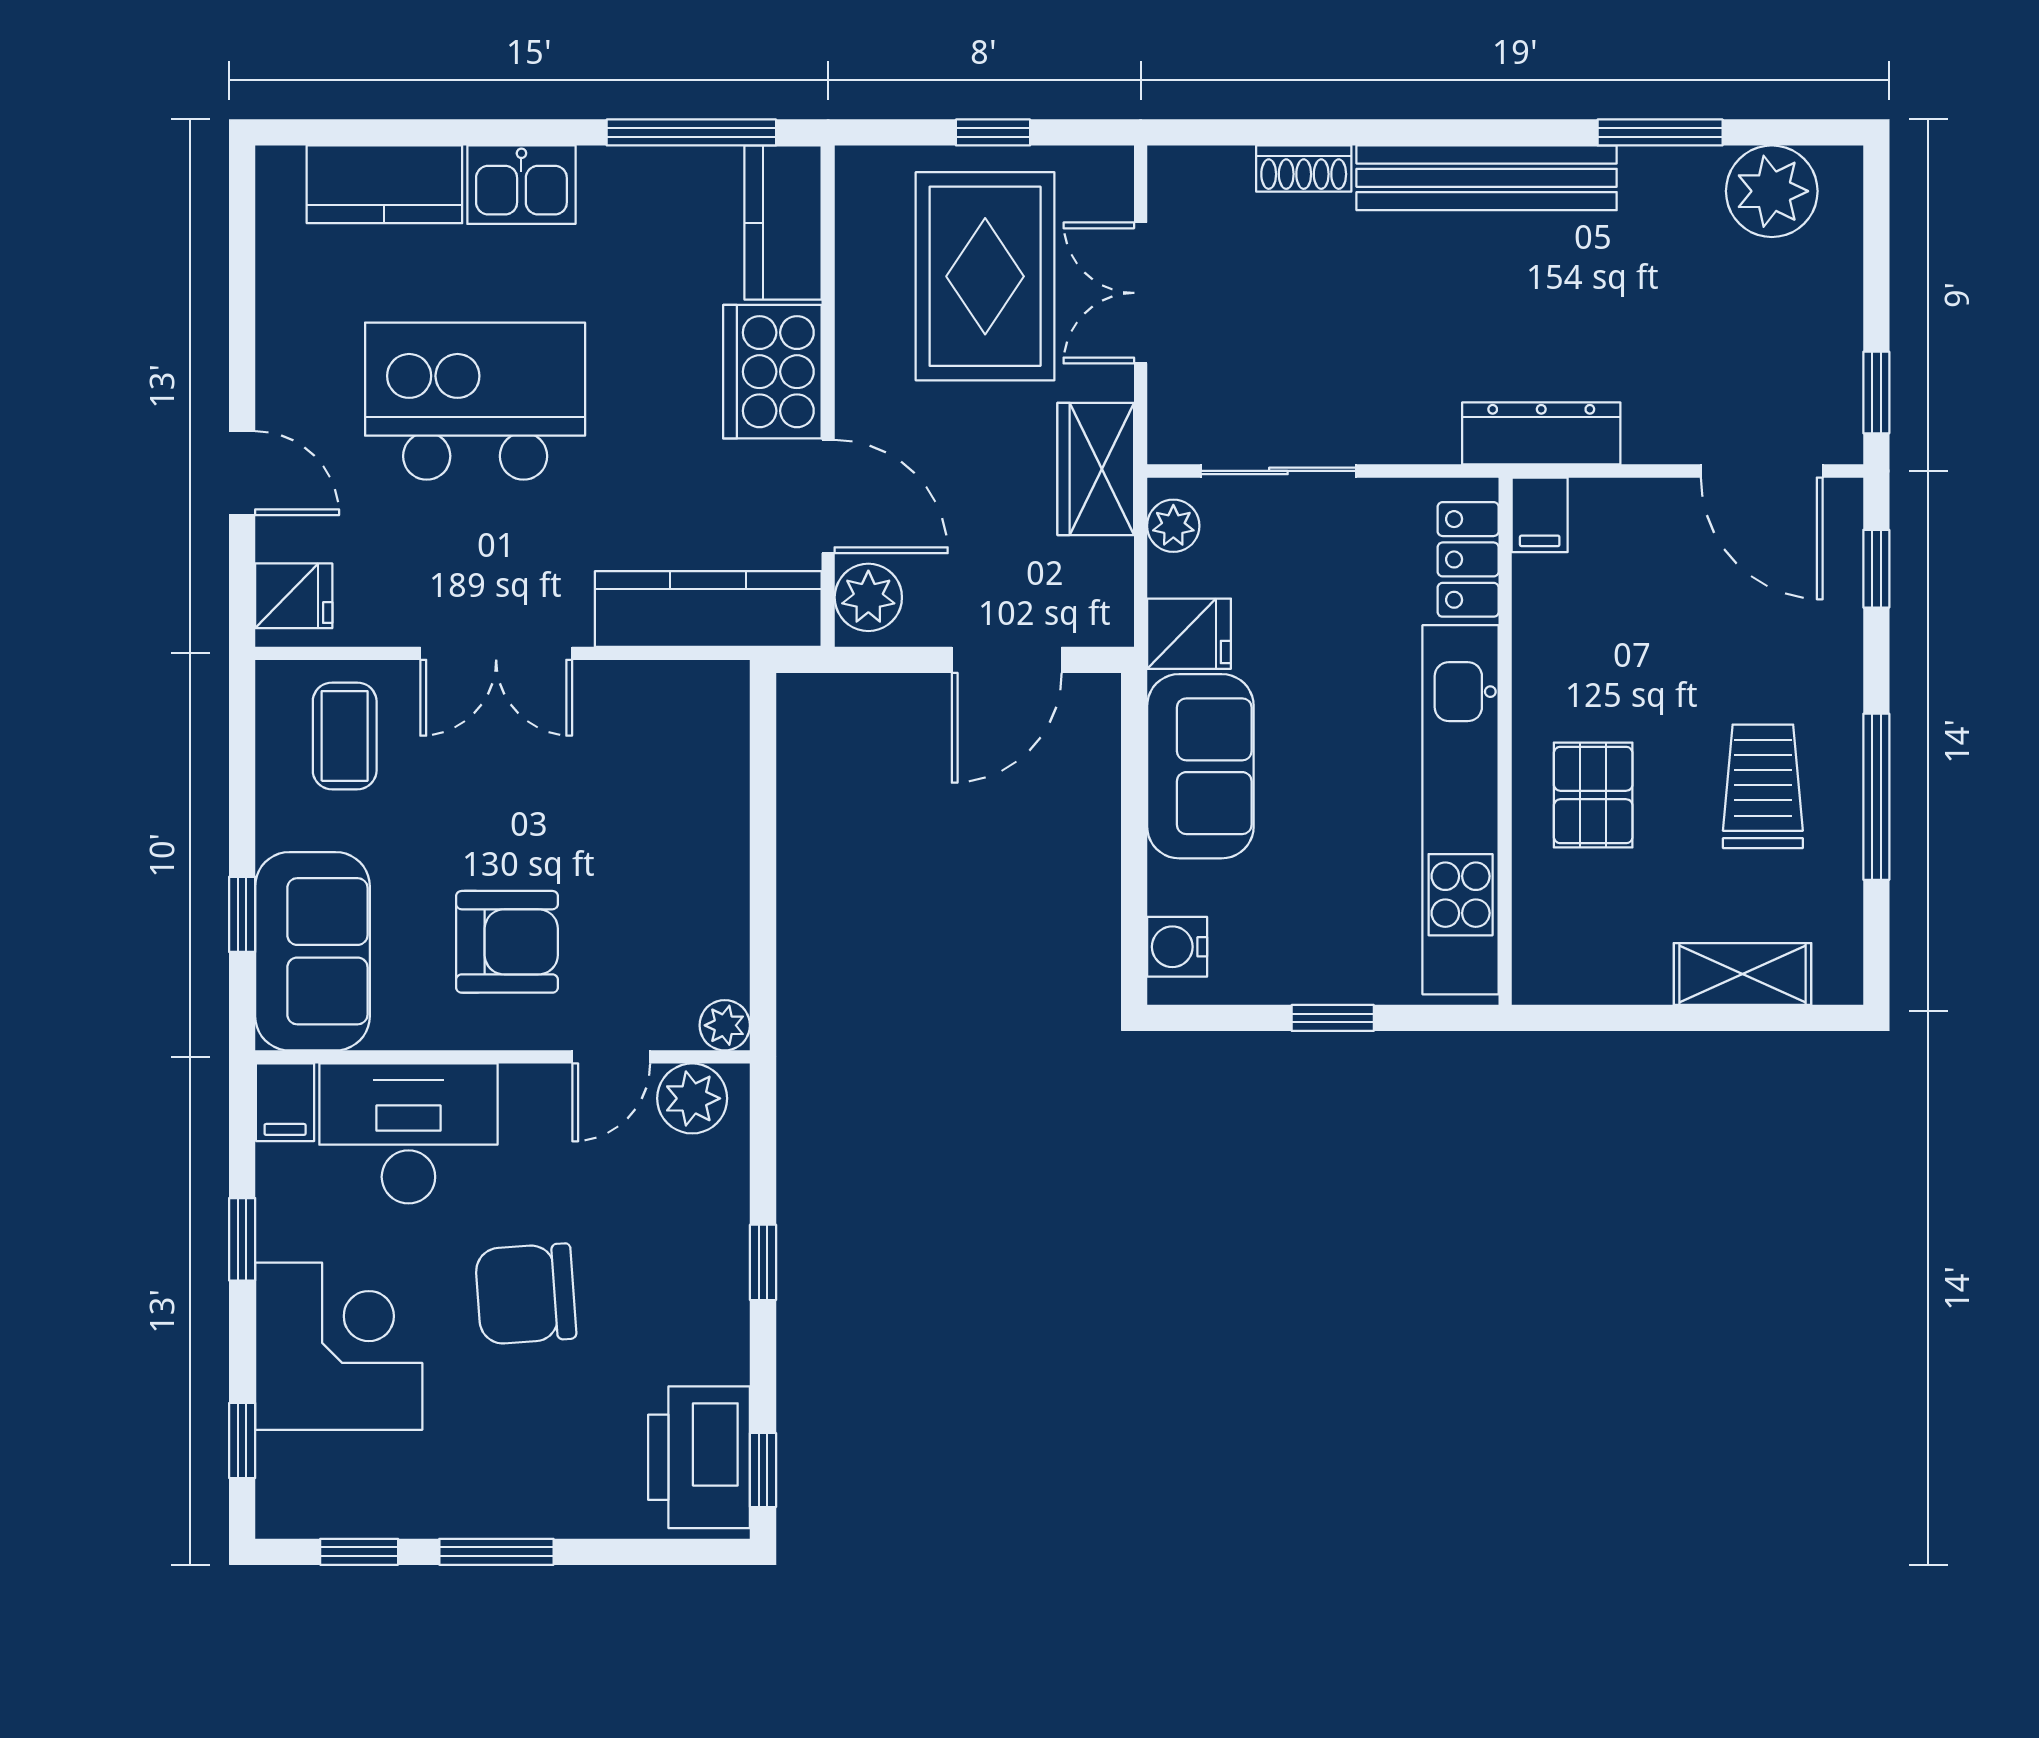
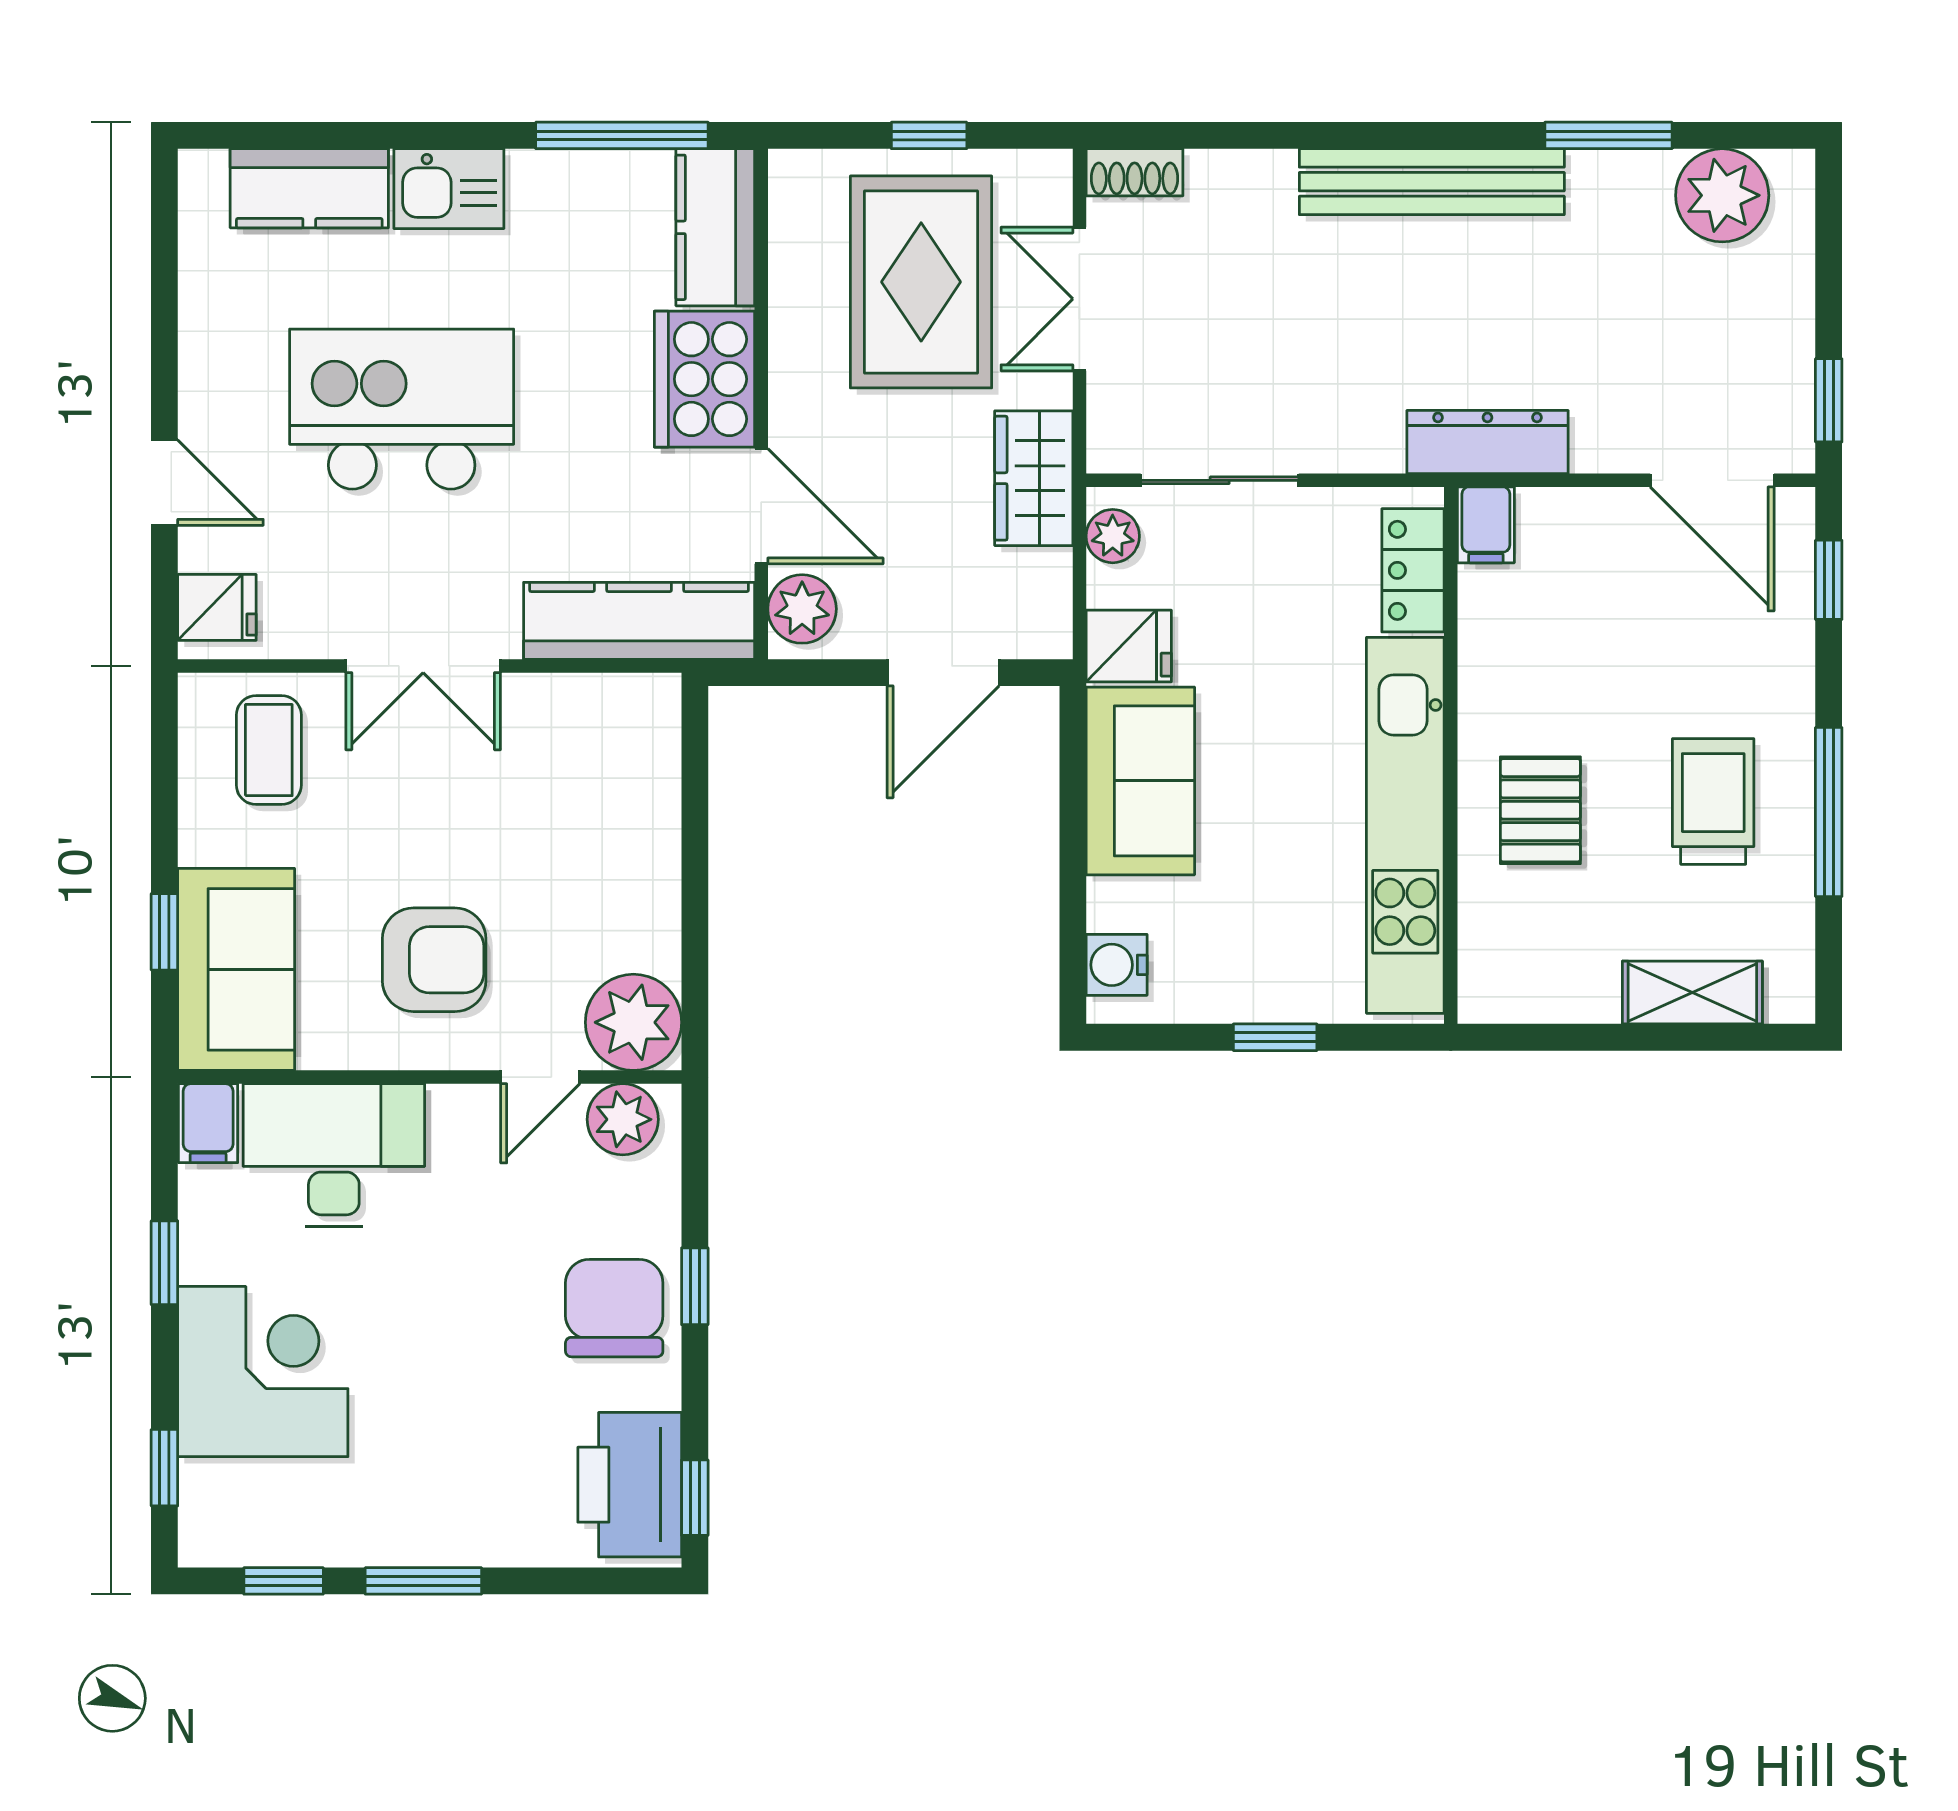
shoe rack: (1304, 169) -> (1135, 172), moved
plant: (725, 1025) -> (633, 1022), width x1.88, depth x1.88
chair: (526, 1294) -> (614, 1308), moved, turned 94

